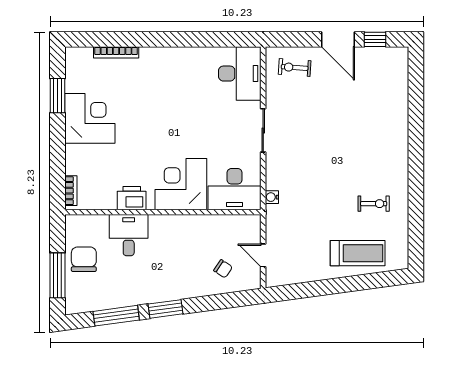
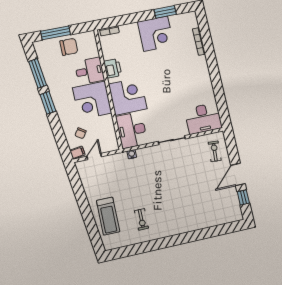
corner desk: (176, 241) -> (92, 100), added
filing cabinet: (252, 280) -> (77, 153), added

